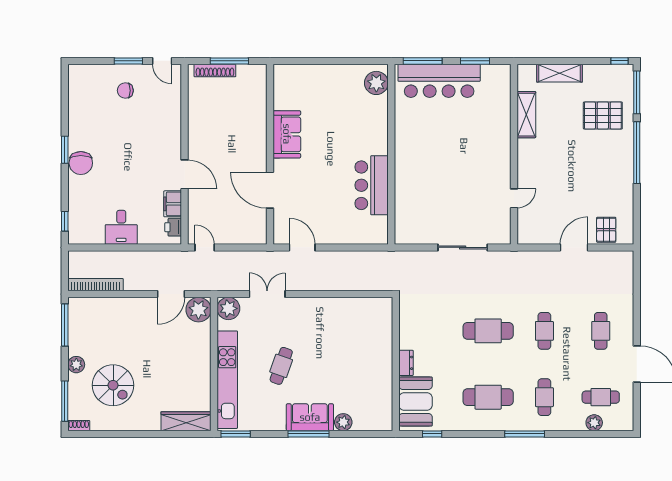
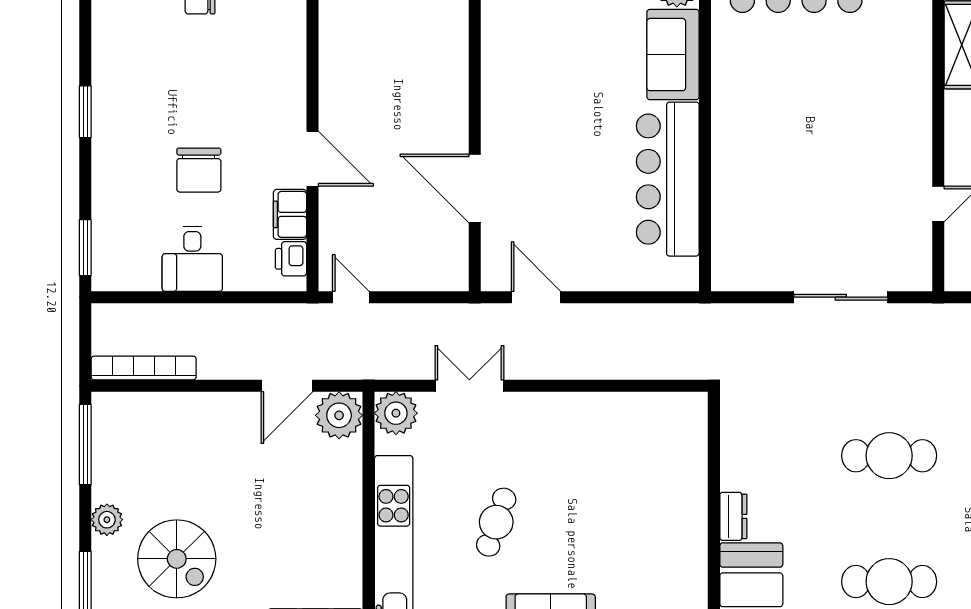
sofa: (287, 134) -> (673, 55), moved, turned 180
chair: (81, 163) -> (199, 170), moved
bar counter: (372, 185) -> (668, 179), width x1.36
window: (65, 221) -> (85, 248), width x1.50

